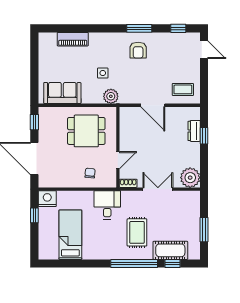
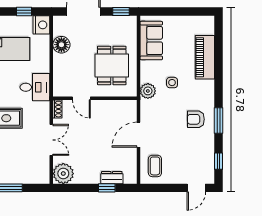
piano: (73, 39) -> (205, 57), width x1.37, depth x1.33
chair: (90, 173) -> (68, 69), removed
floor lamp: (66, 179) -> (61, 45), added

